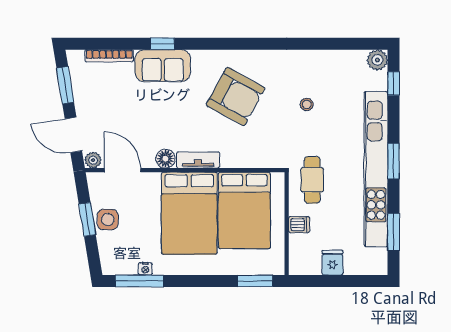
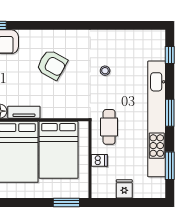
plant: (377, 60) -> (158, 37), removed
armchair: (236, 97) -> (52, 65), width x0.73, depth x0.73

